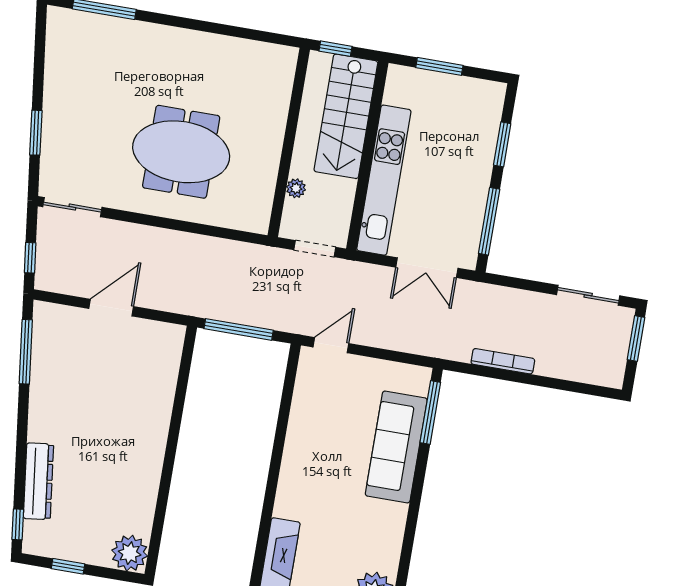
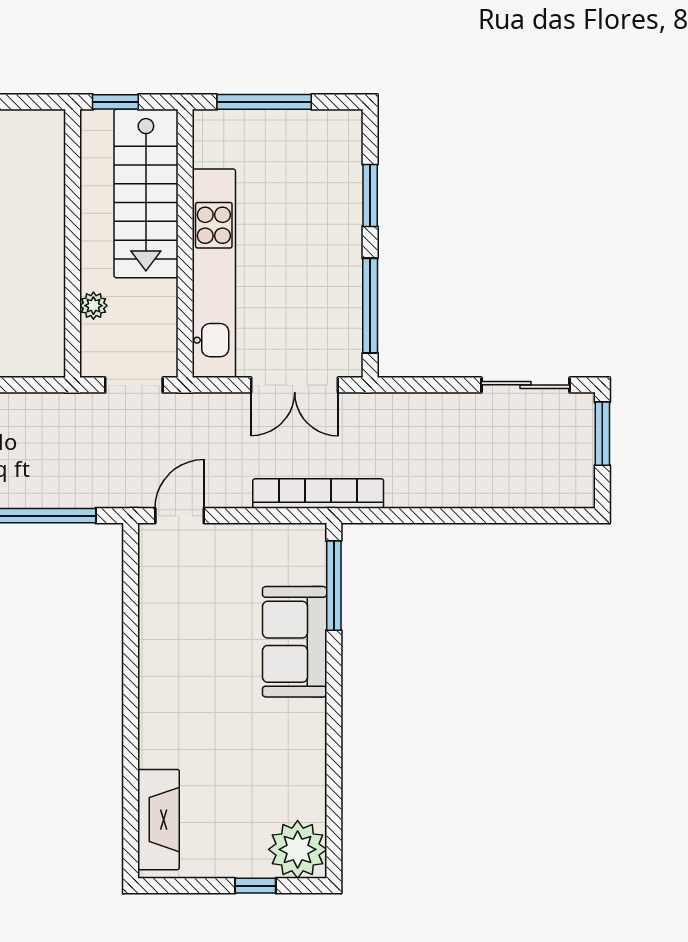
window: (439, 66) -> (264, 102), width x1.44
bookcase: (503, 361) -> (318, 494), moved, width x1.48, depth x1.31
sofa: (396, 447) -> (295, 642), width x0.73

